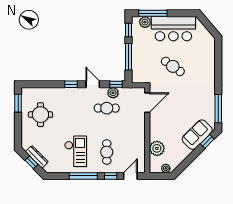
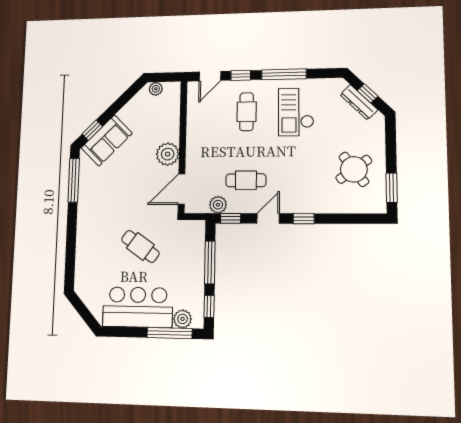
door: (93, 84) -> (268, 218), swing flipped
plant: (113, 93) -> (218, 205), moved
round table: (40, 115) -> (354, 169), turned -36
plant: (157, 148) -> (168, 154), moved

